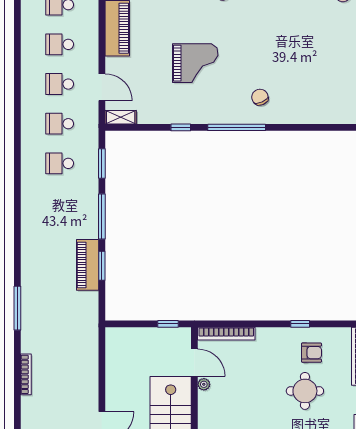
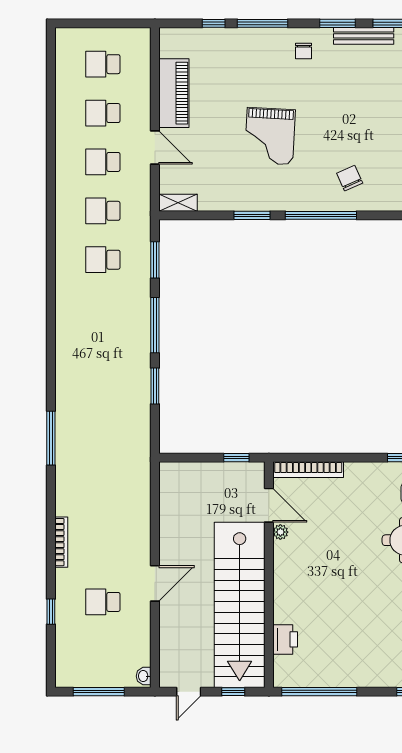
grand piano: (195, 63) -> (270, 136), turned 93
door: (102, 87) -> (155, 148), moved
window: (181, 127) -> (252, 215), width x1.50
piano: (88, 265) -> (137, 385), removed
bookcase: (26, 374) -> (61, 542), moved

